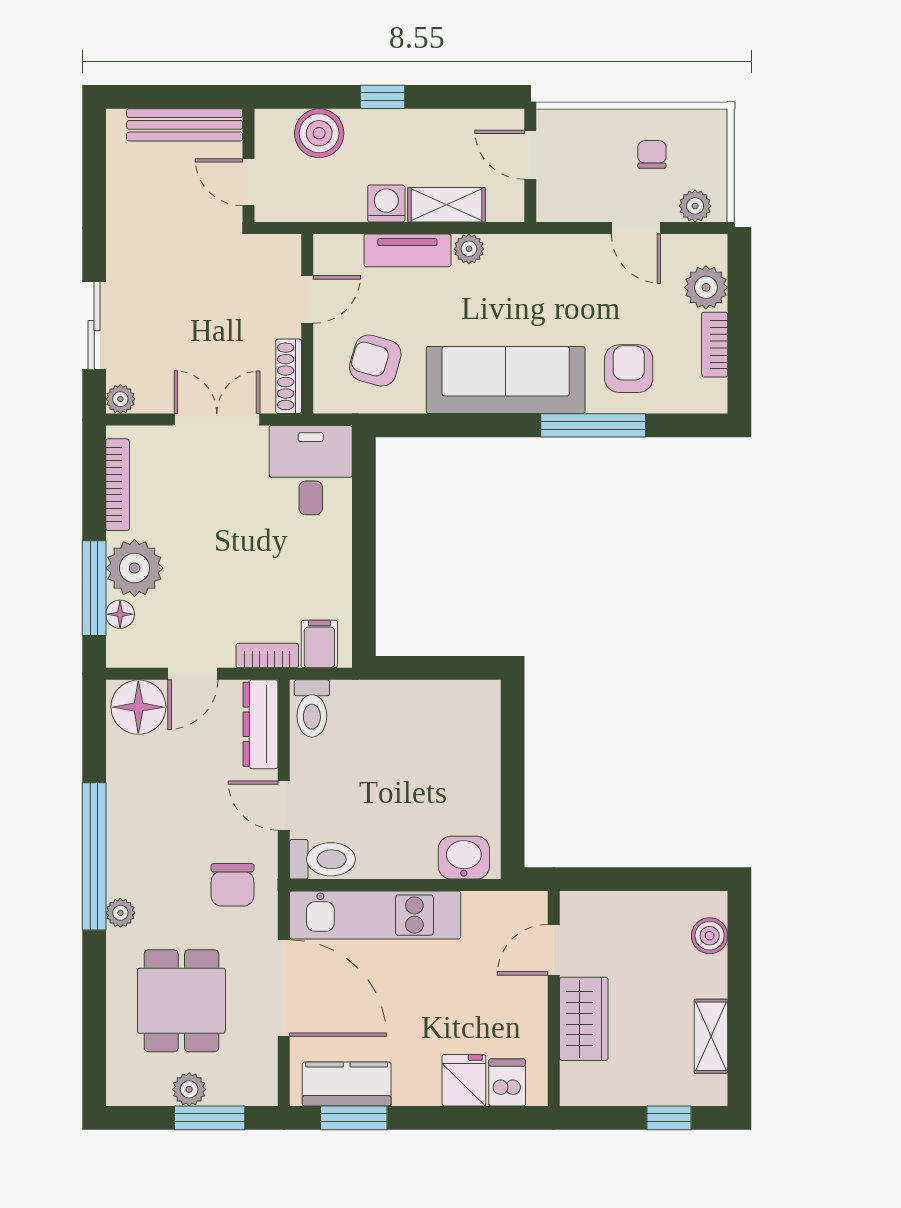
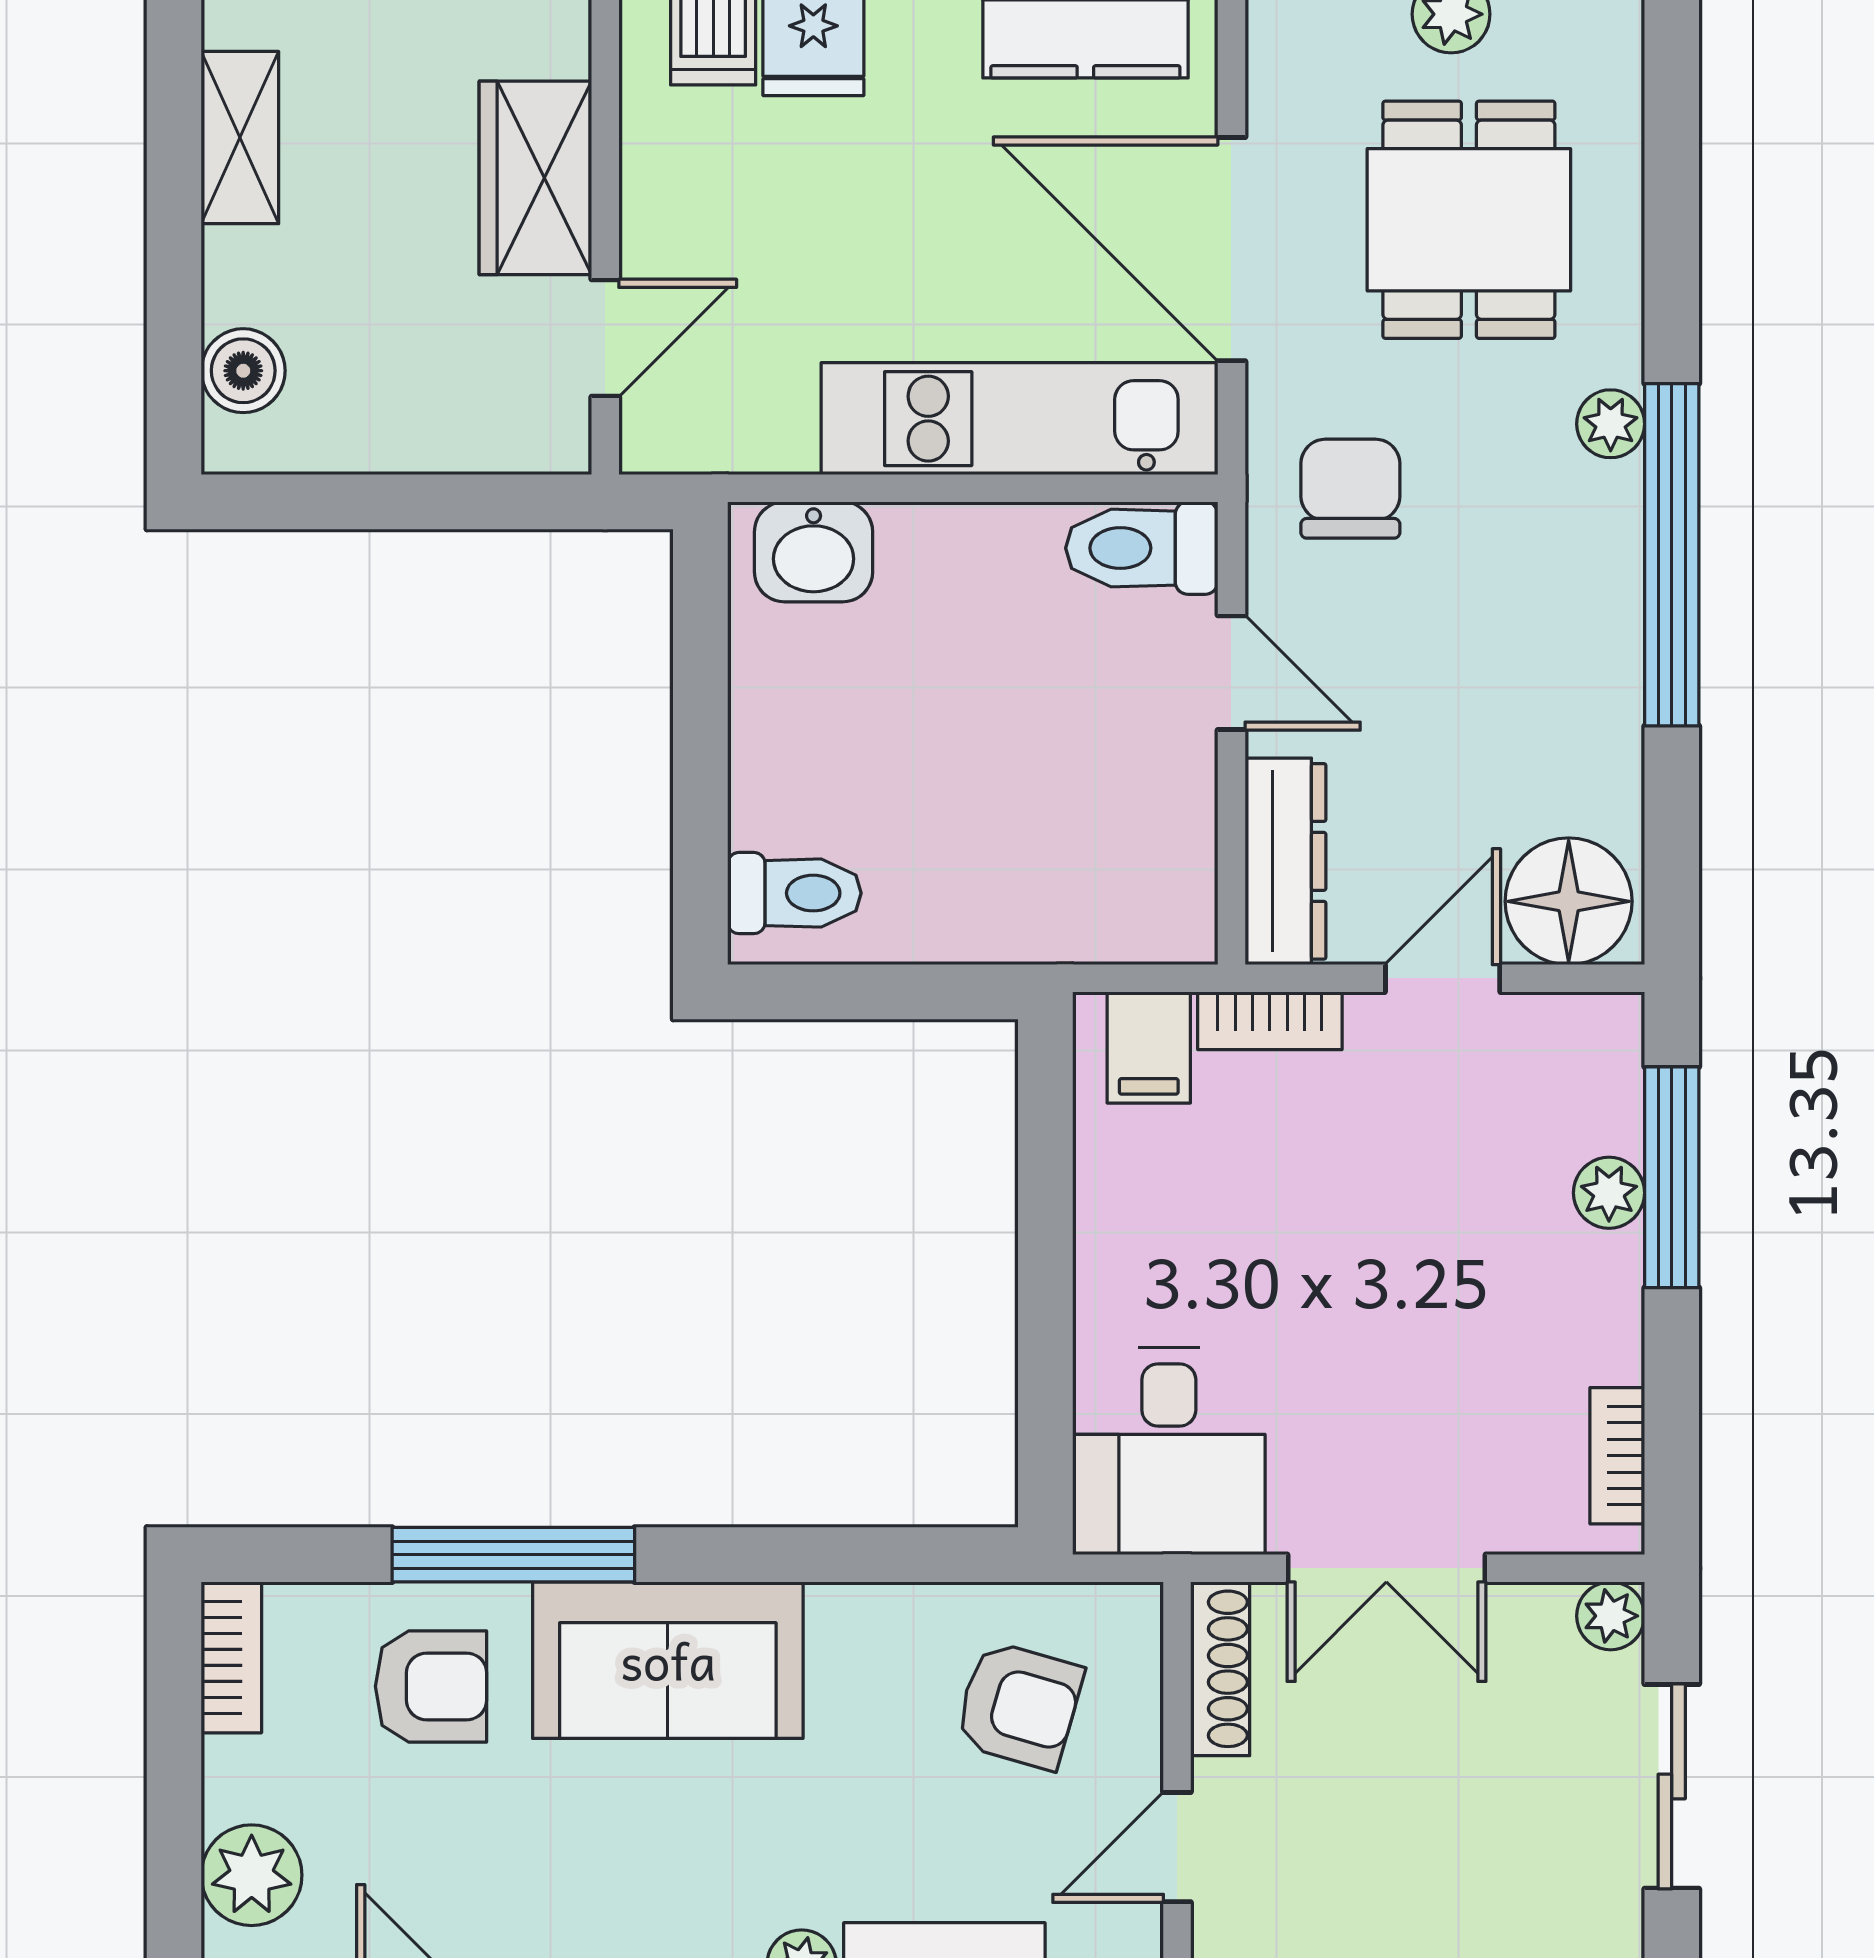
bookcase: (715, 345) -> (231, 1657), moved
armchair: (629, 369) -> (431, 1686), turned -90
sofa: (506, 380) -> (668, 1660), width x0.73
bookcase: (118, 485) -> (1617, 1456), width x0.64
plant: (134, 568) -> (1609, 1193), width x0.53, depth x0.53
floor lamp: (120, 614) -> (1611, 1117), removed
toilet: (312, 708) -> (794, 893), moved, turned 90

